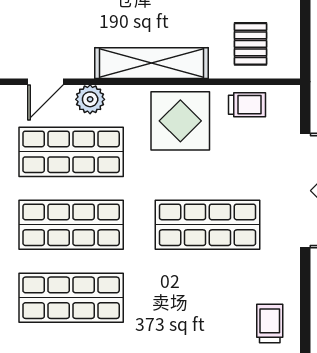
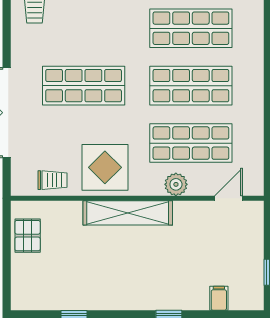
pallet: (251, 44) -> (28, 236), moved
door: (45, 82) -> (229, 198), moved
trolley: (247, 105) -> (52, 180), turned 180

